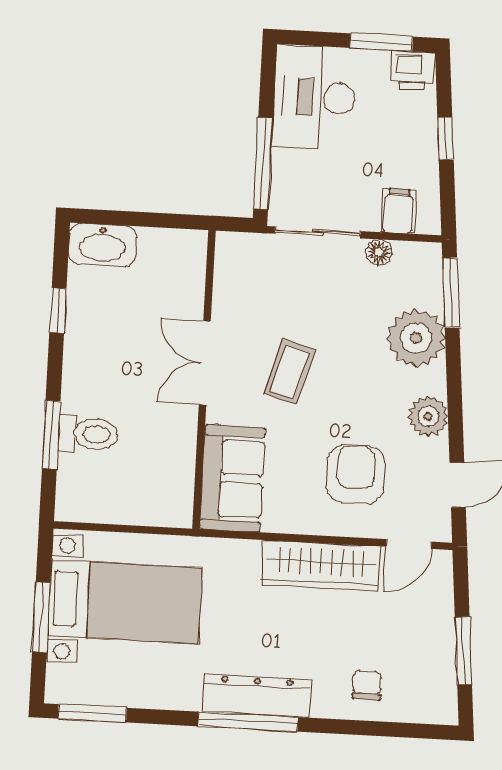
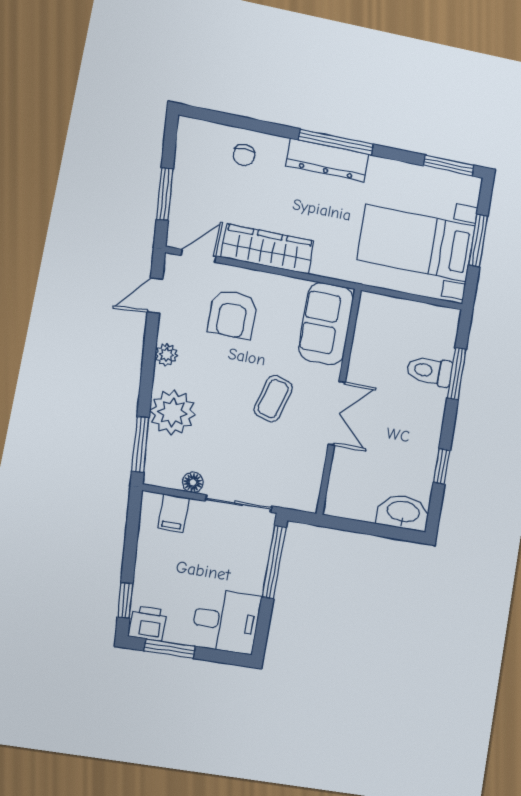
desk: (314, 97) -> (226, 621), width x0.73
window: (446, 138) -> (125, 600), moved
plant: (428, 416) -> (166, 355), width x0.73, depth x0.73
window: (463, 651) -> (165, 194), moved

